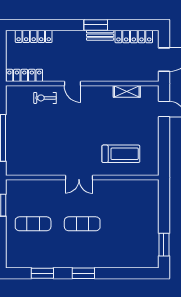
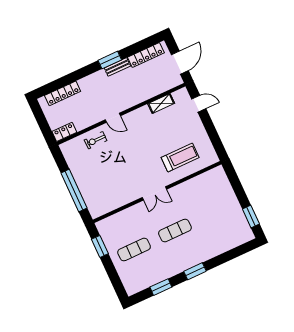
locker: (24, 75) -> (64, 132), width x0.66

